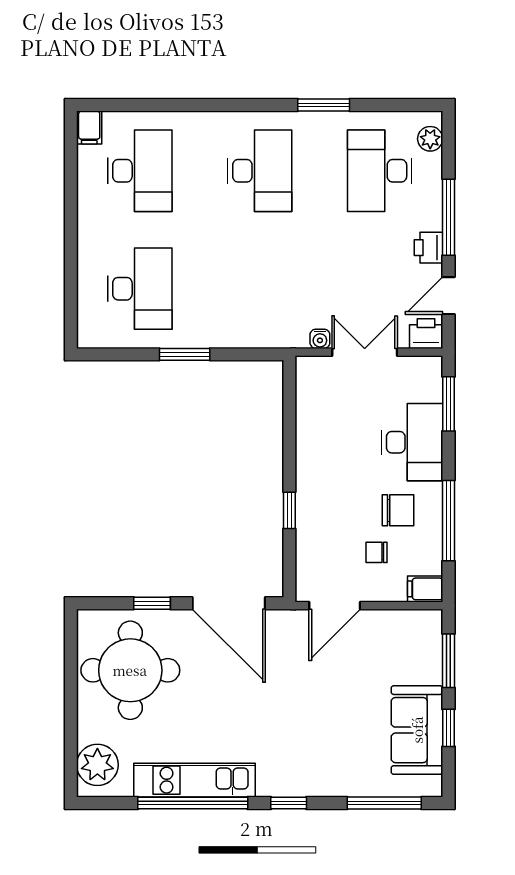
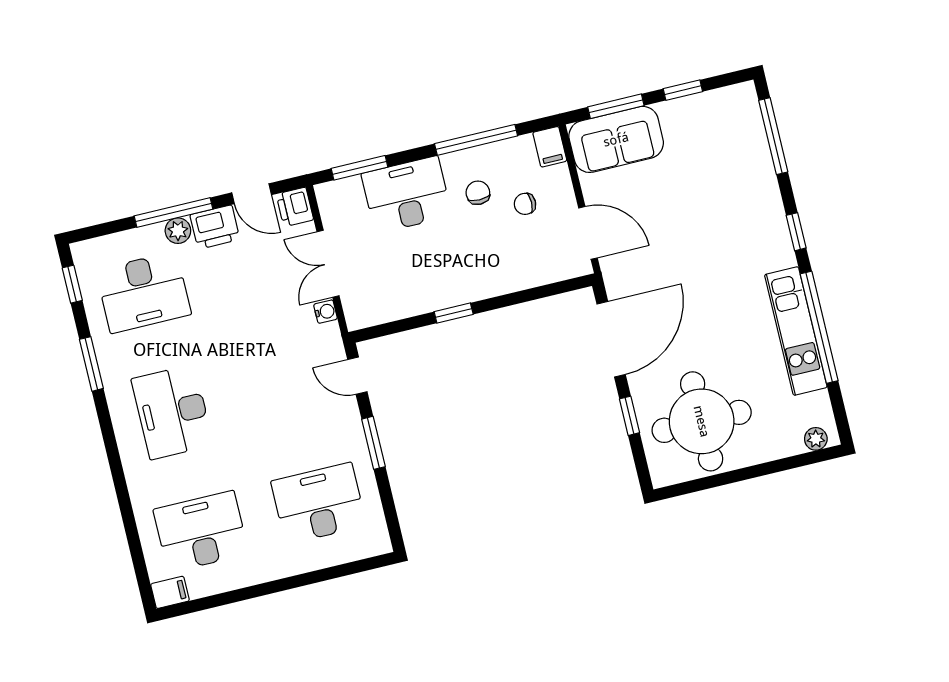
window: (404, 105) -> (72, 284), added
plant: (430, 139) -> (178, 231), moved
desk: (260, 171) -> (172, 412), turned -90
printer: (429, 248) -> (215, 227), width x1.36, depth x1.24
door: (252, 354) -> (357, 376), added
window: (289, 510) -> (454, 313), moved
chair: (398, 510) -> (478, 193), width x0.73, depth x0.73
chair: (377, 552) -> (525, 204), turned 90
sofa: (417, 730) -> (616, 139), moved
plant: (97, 765) -> (816, 439), width x0.53, depth x0.53

